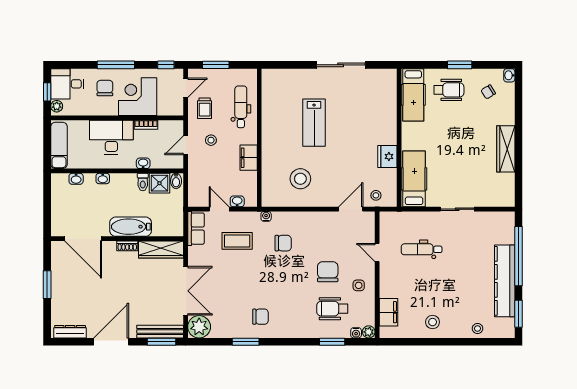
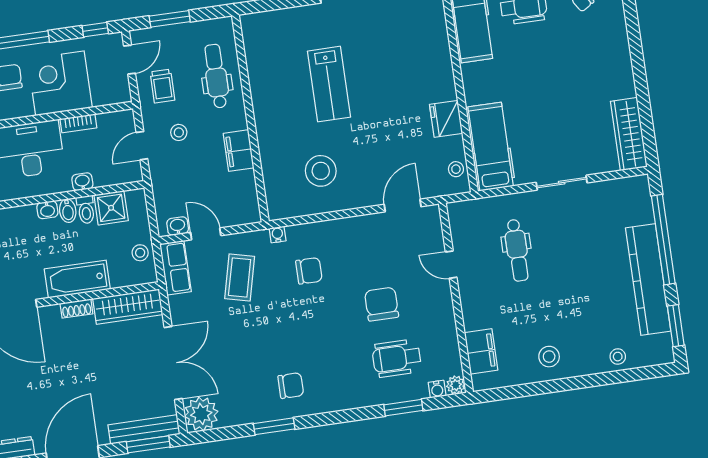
wardrobe: (506, 149) -> (629, 134), moved
washbasin: (103, 178) -> (47, 210), moved
bidet: (176, 181) -> (68, 211), moved
stool: (376, 195) -> (456, 169), moved
washbasin: (237, 201) -> (178, 226), moved
stool: (174, 215) -> (140, 253), added
coffee table: (237, 241) -> (240, 277), turned -76
dental chair: (422, 249) -> (517, 250), turned -90
side table: (359, 285) -> (431, 318), removed

